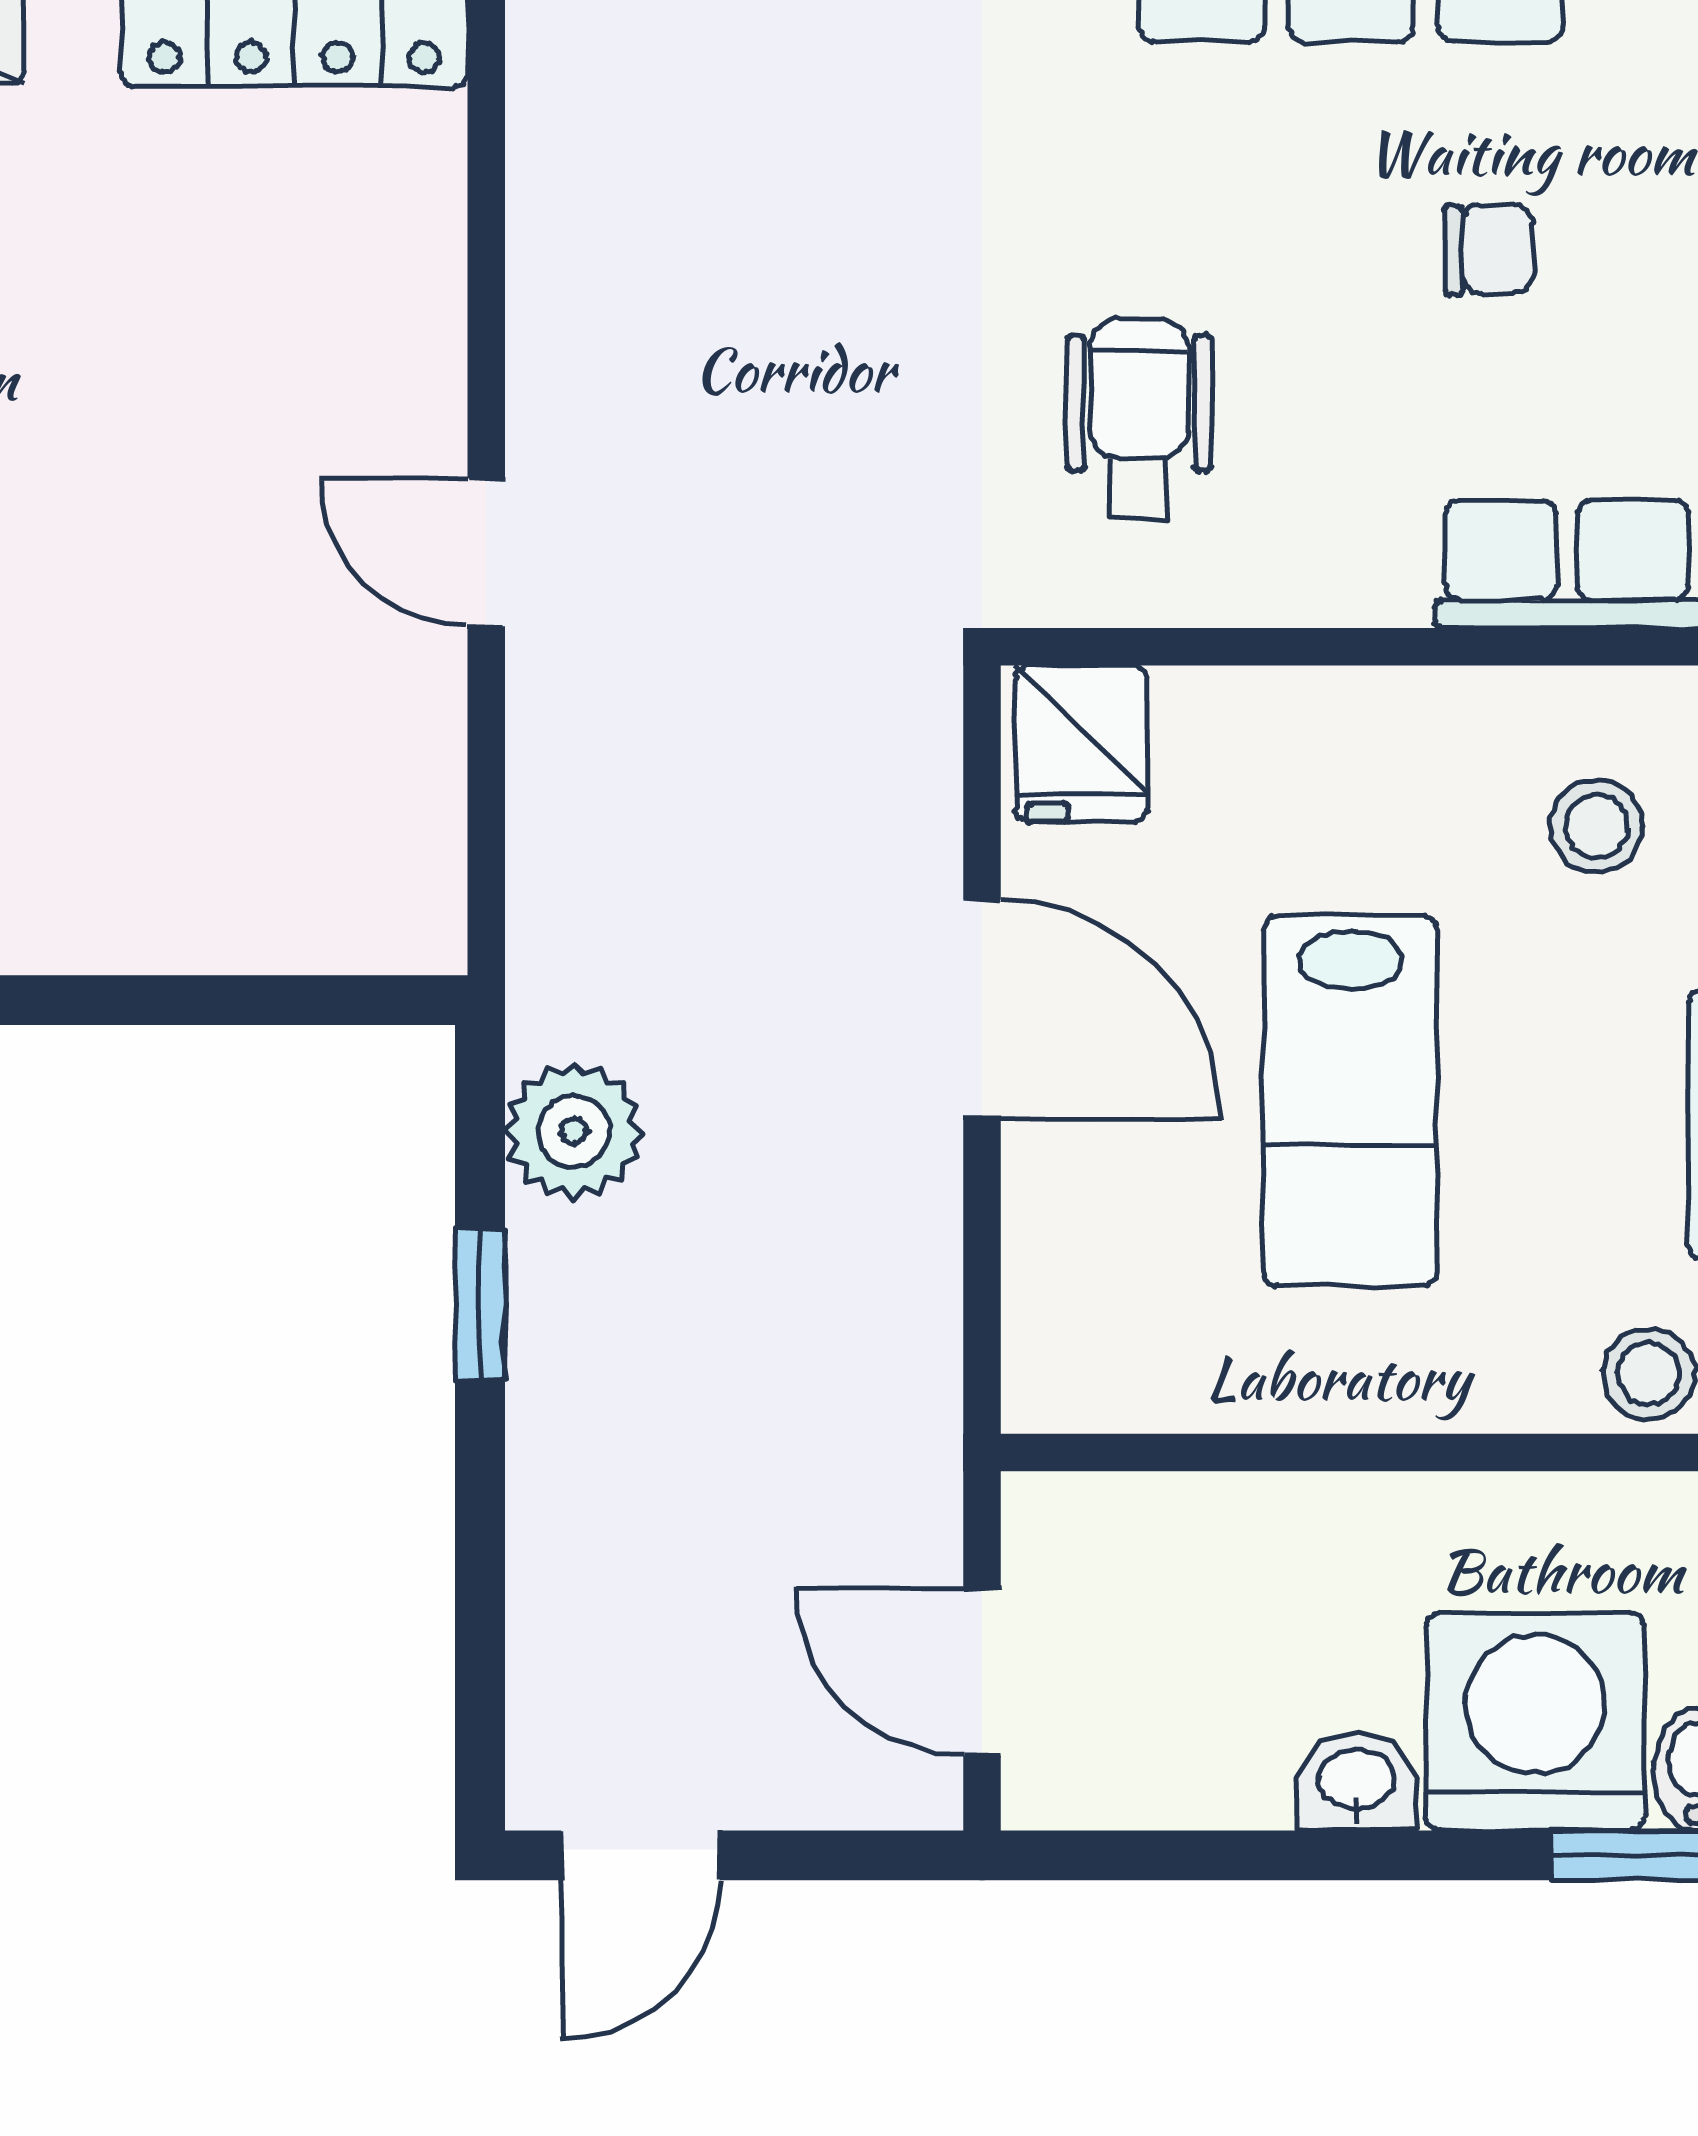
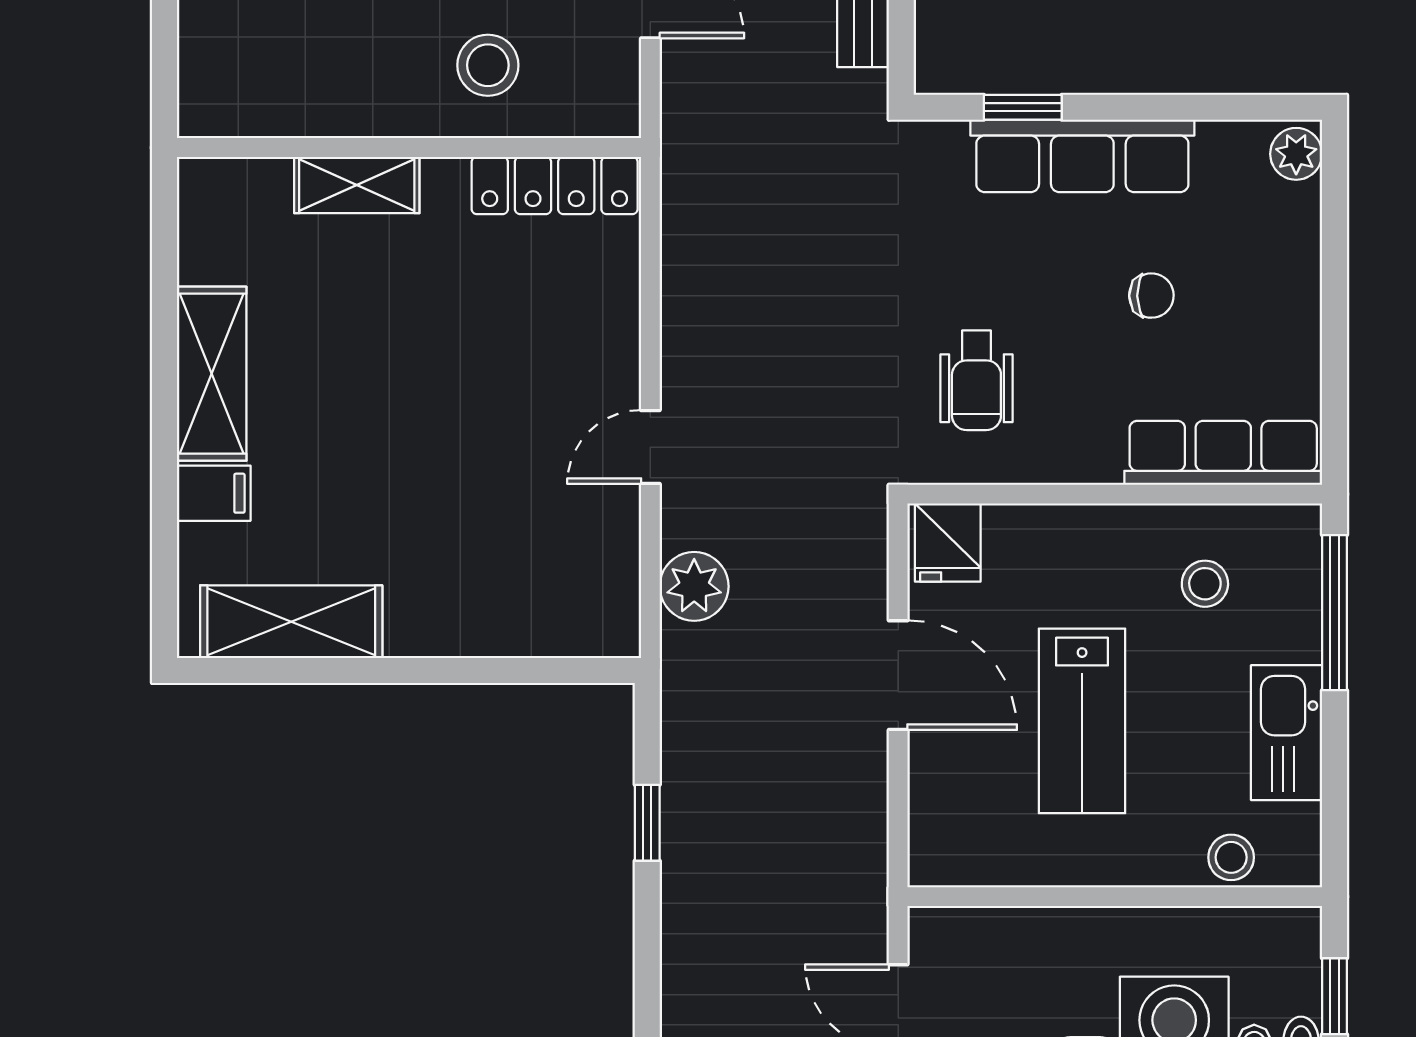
wheelchair: (1139, 419) -> (976, 380), turned 180
door: (486, 552) -> (650, 447), hinge flipped
plant: (574, 1131) -> (694, 586), moved

